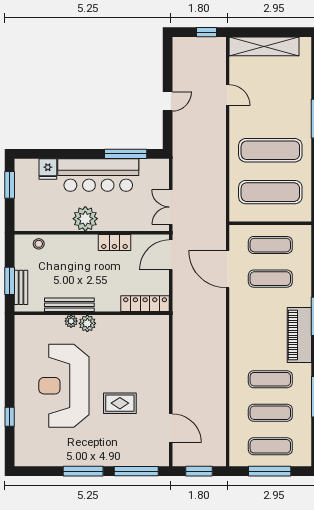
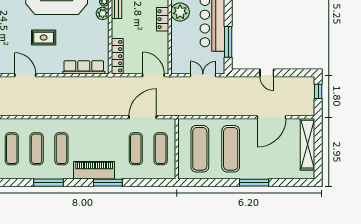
window: (207, 32) -> (318, 91), moved
door: (228, 95) -> (272, 117), width x1.87
double door: (171, 207) -> (203, 75), moved
locker: (114, 242) -> (163, 19), moved
row of seats: (160, 349) -> (84, 67), added
rug: (120, 403) -> (44, 38), turned 90
door: (171, 428) -> (25, 75), swing flipped

